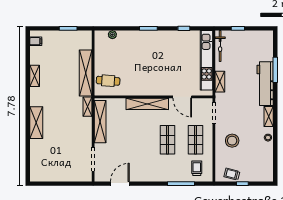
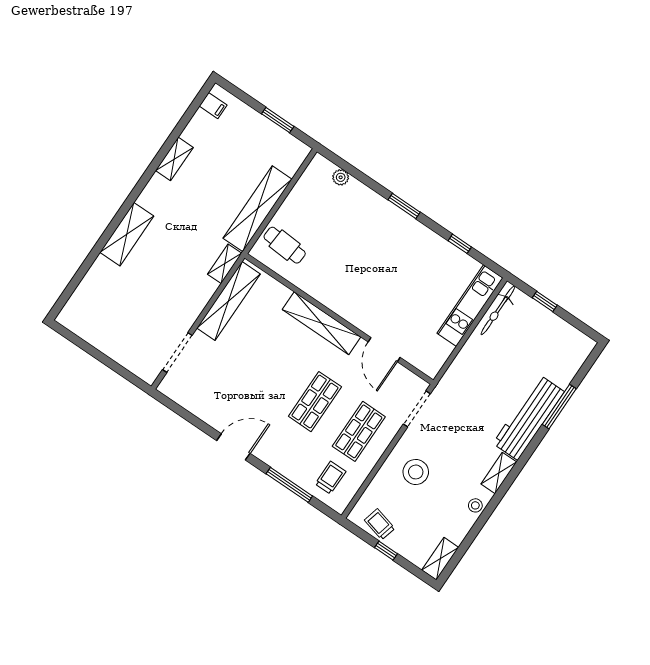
kitchen unit: (207, 60) -> (470, 306), width x0.73
shelving: (220, 82) -> (440, 559), moved
door: (120, 184) -> (233, 447), moved

